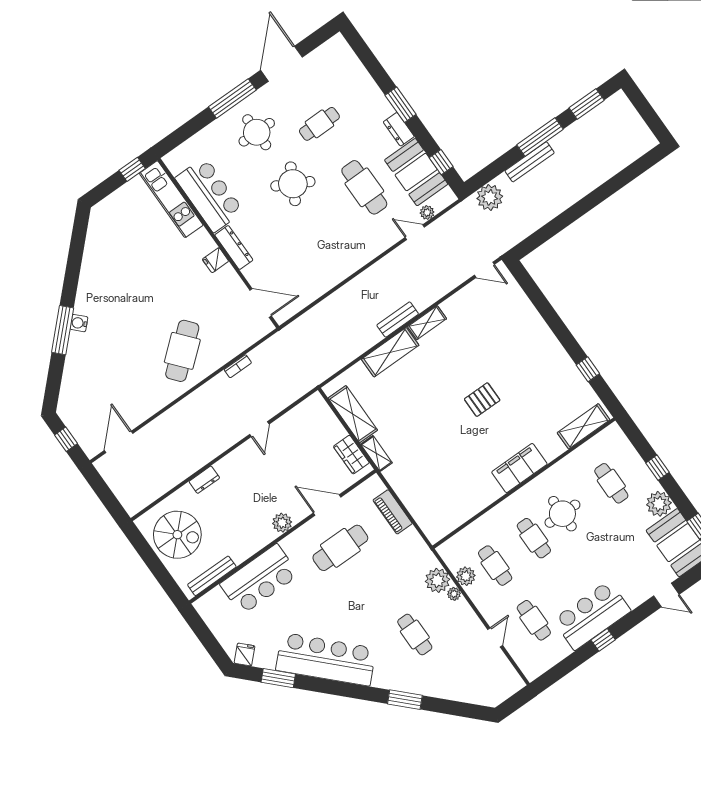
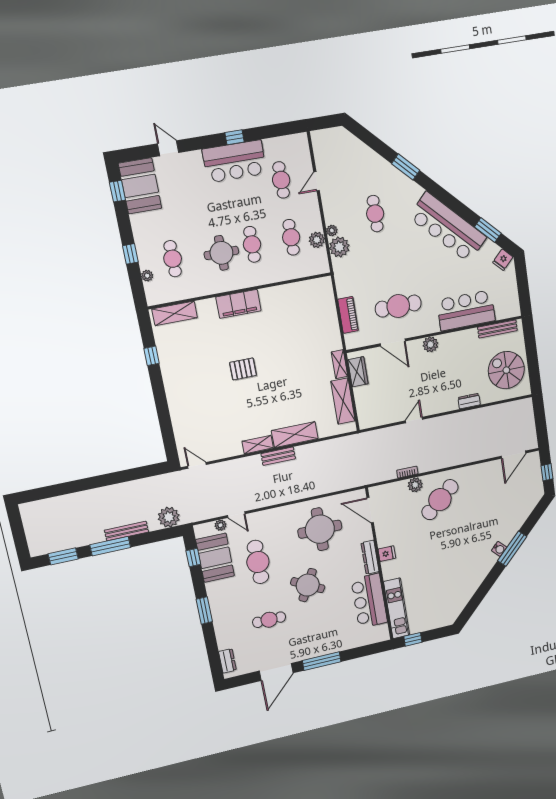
dresser: (399, 129) -> (227, 661), moved
round table: (257, 132) -> (320, 529), moved, width x1.36, depth x1.36
plant: (221, 355) -> (415, 485), added
plant: (659, 504) -> (147, 276), moved, width x0.53, depth x0.53

